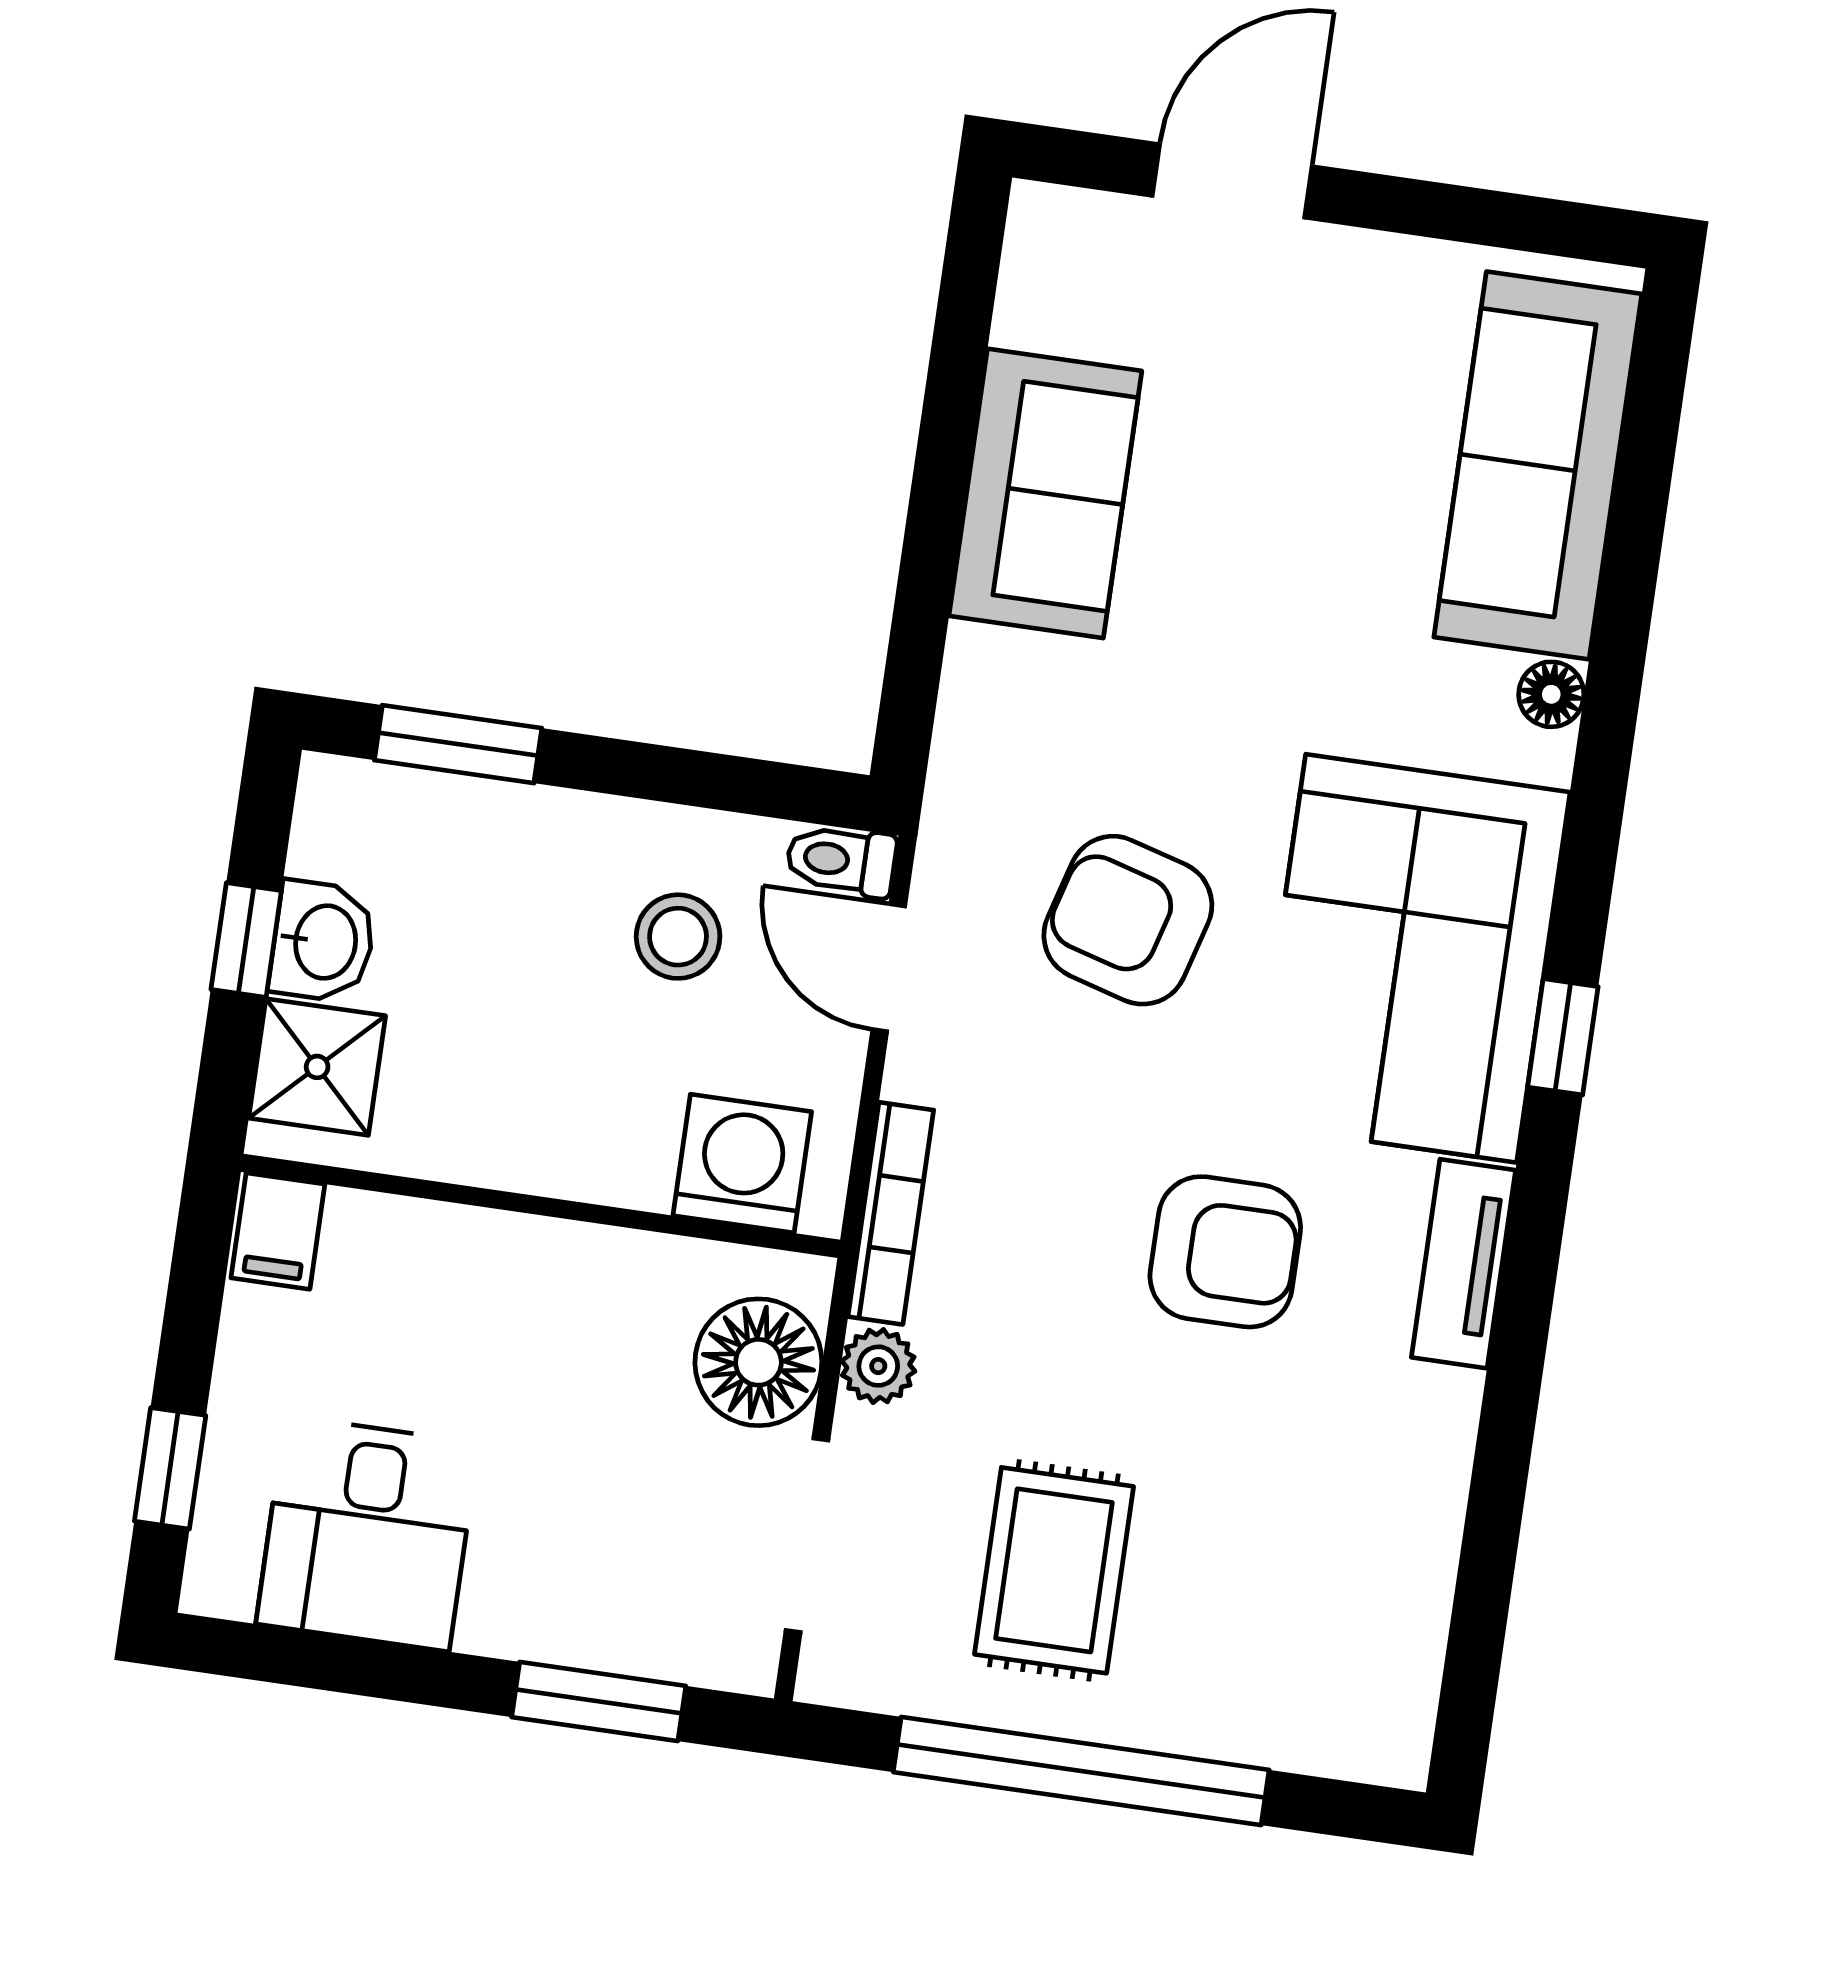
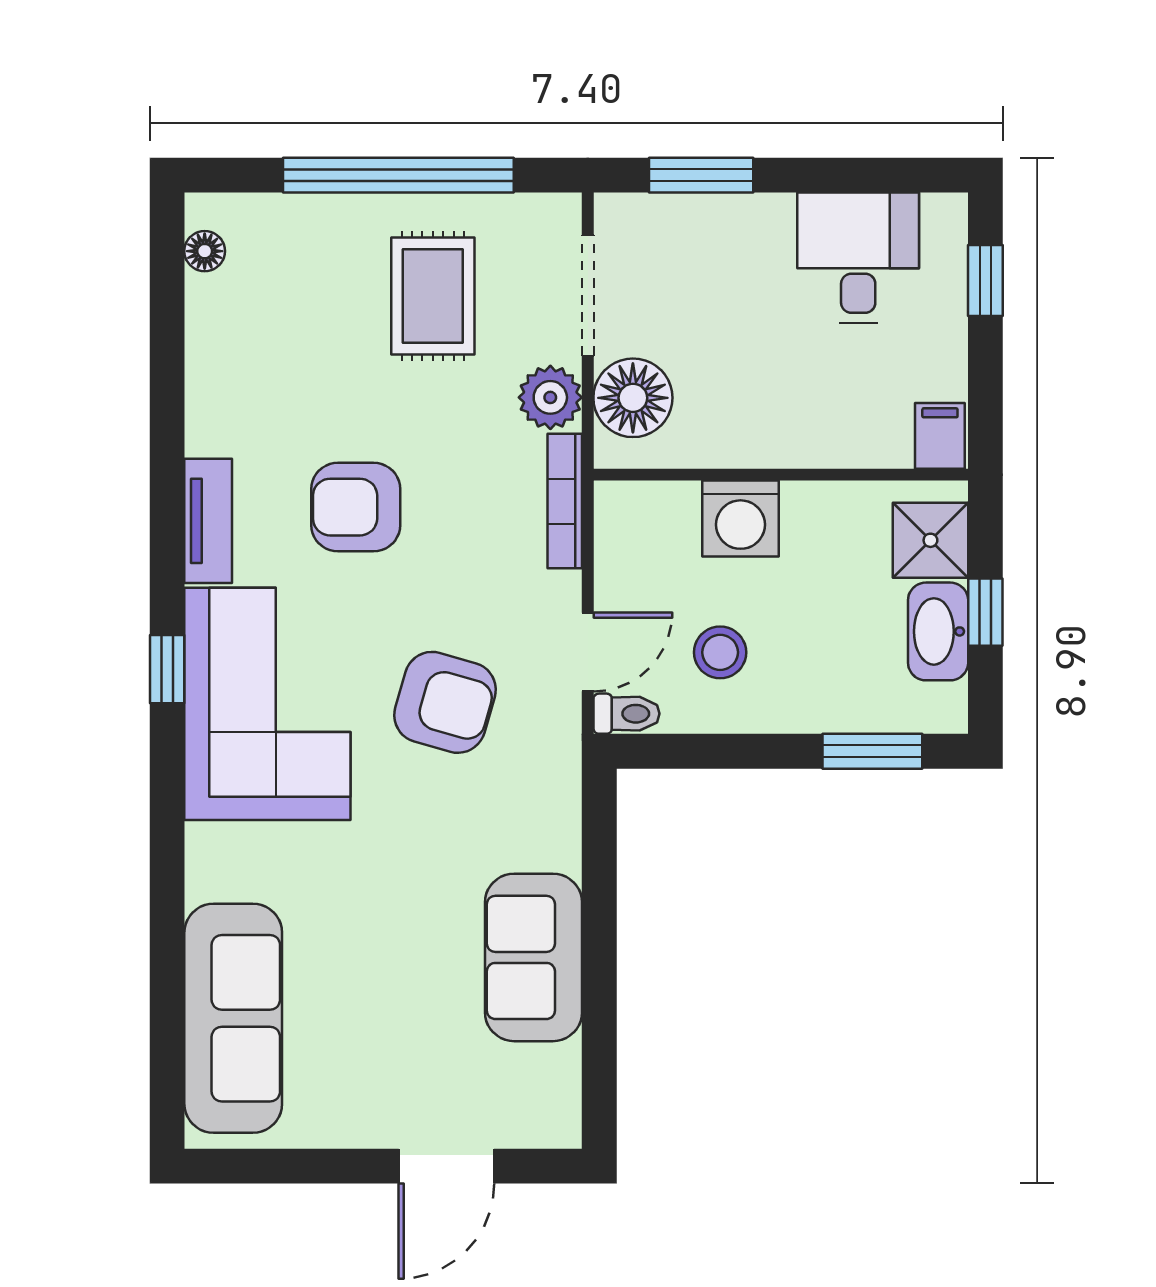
floor lamp: (1551, 694) -> (205, 251), moved
washbasin: (323, 942) -> (938, 631), width x1.38
door: (889, 968) -> (588, 652), hinge flipped
washing machine: (742, 1164) -> (741, 519), moved
plant: (878, 1366) -> (550, 397), width x1.38, depth x1.38

